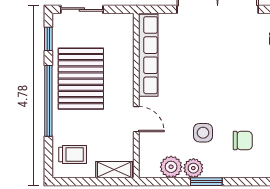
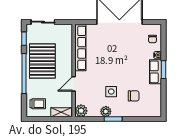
door: (136, 119) -> (74, 84), swing flipped
plant: (171, 167) -> (81, 111), moved

